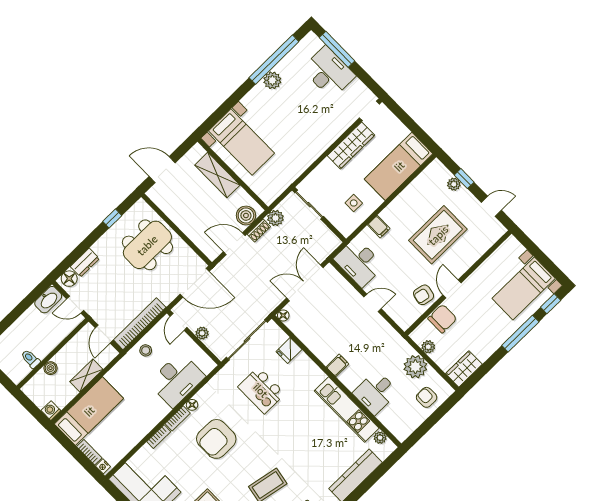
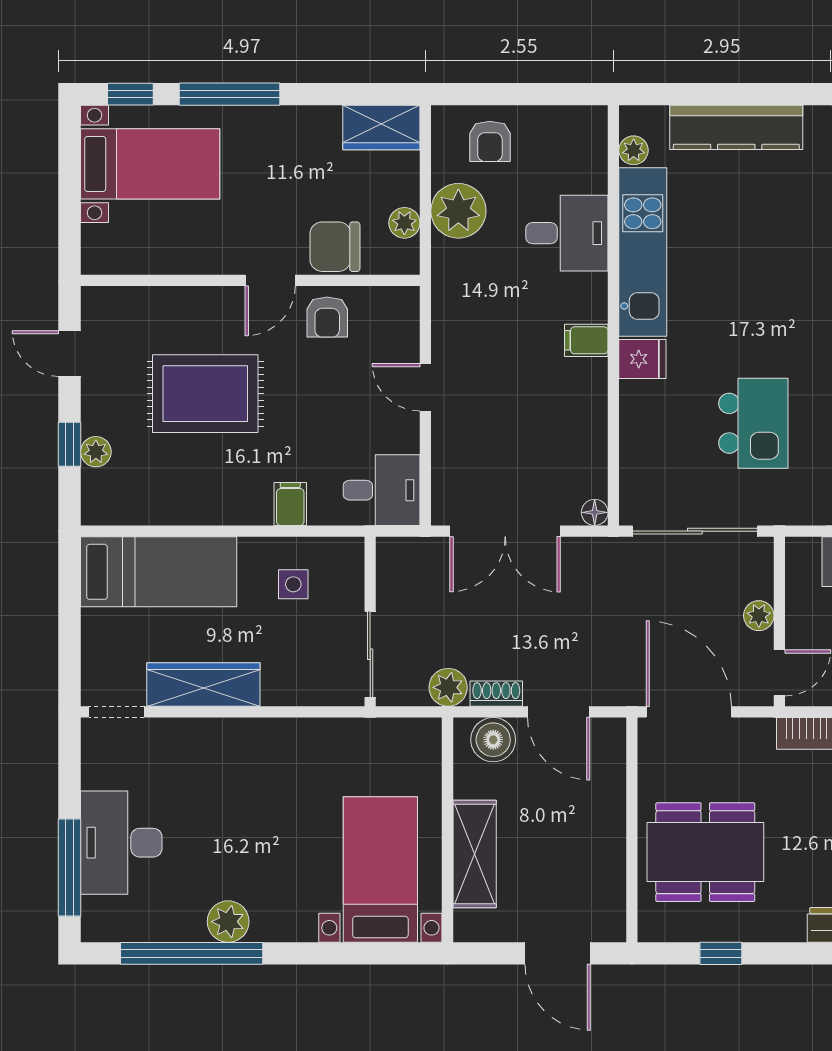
desk: (359, 262) -> (382, 490), width x0.73
armchair: (424, 295) -> (327, 317), turned 78
fridge: (289, 350) -> (642, 359), moved

